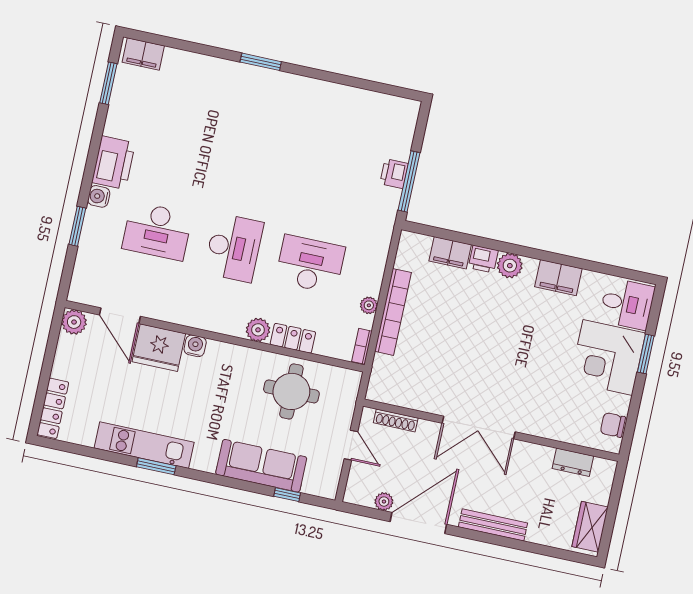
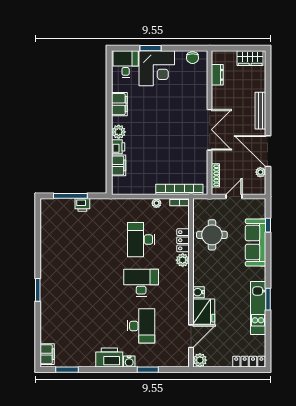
window: (409, 181) -> (70, 196), moved
bookcase: (393, 312) -> (179, 189), moved

